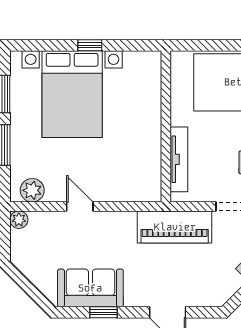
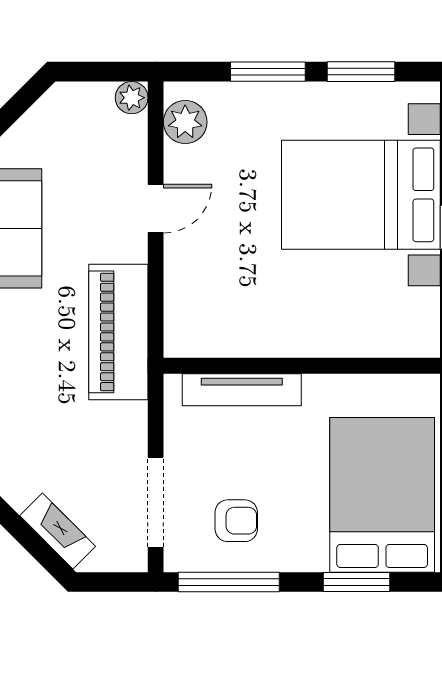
piano: (175, 227) -> (118, 332), moved

